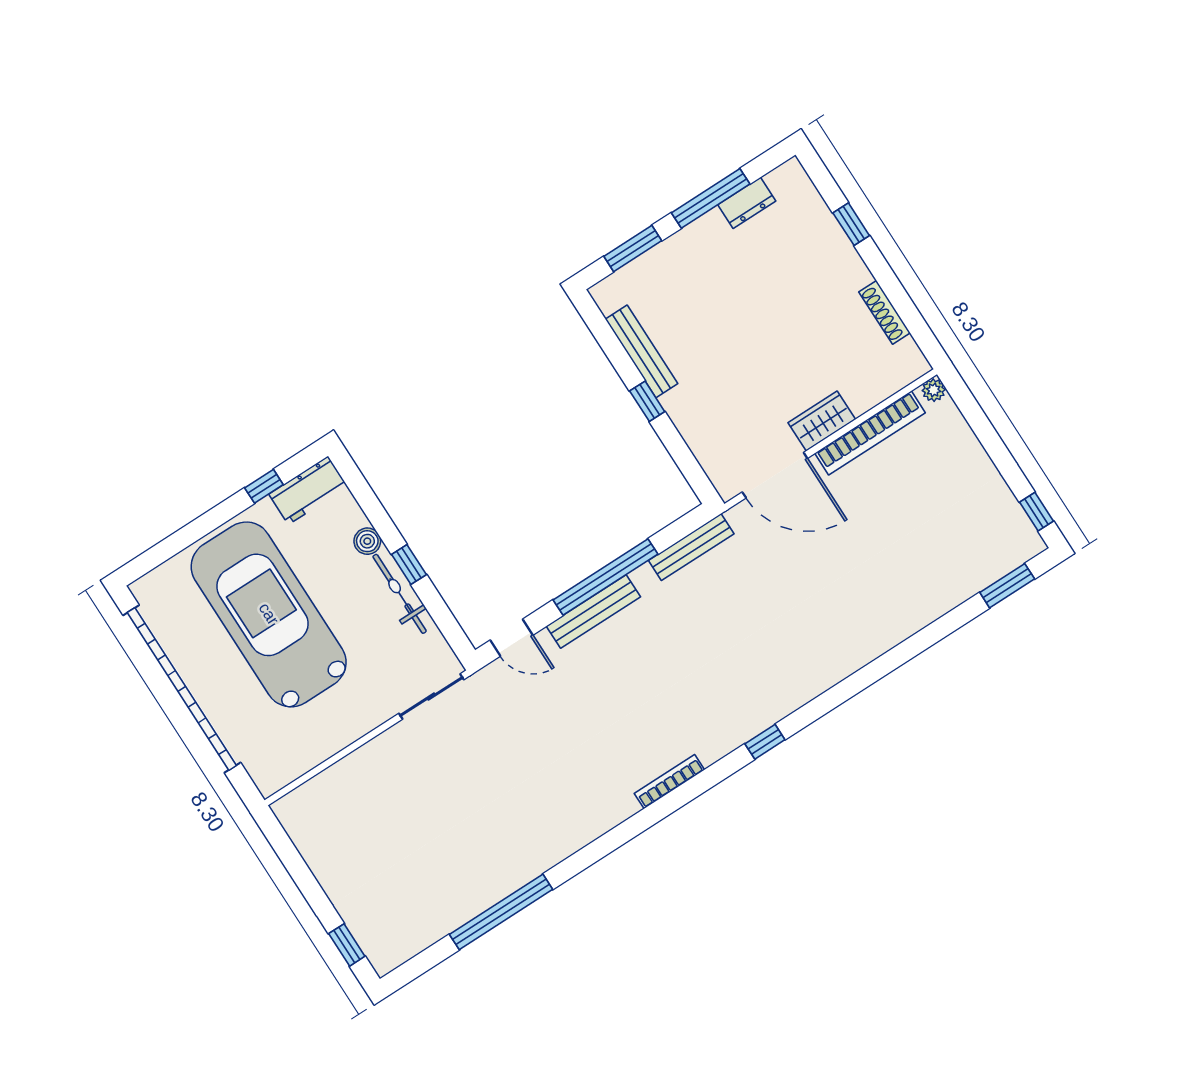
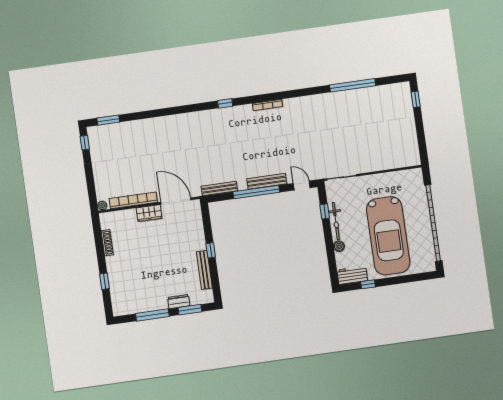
dresser: (747, 203) -> (179, 302), moved
window: (409, 565) -> (325, 211), moved

